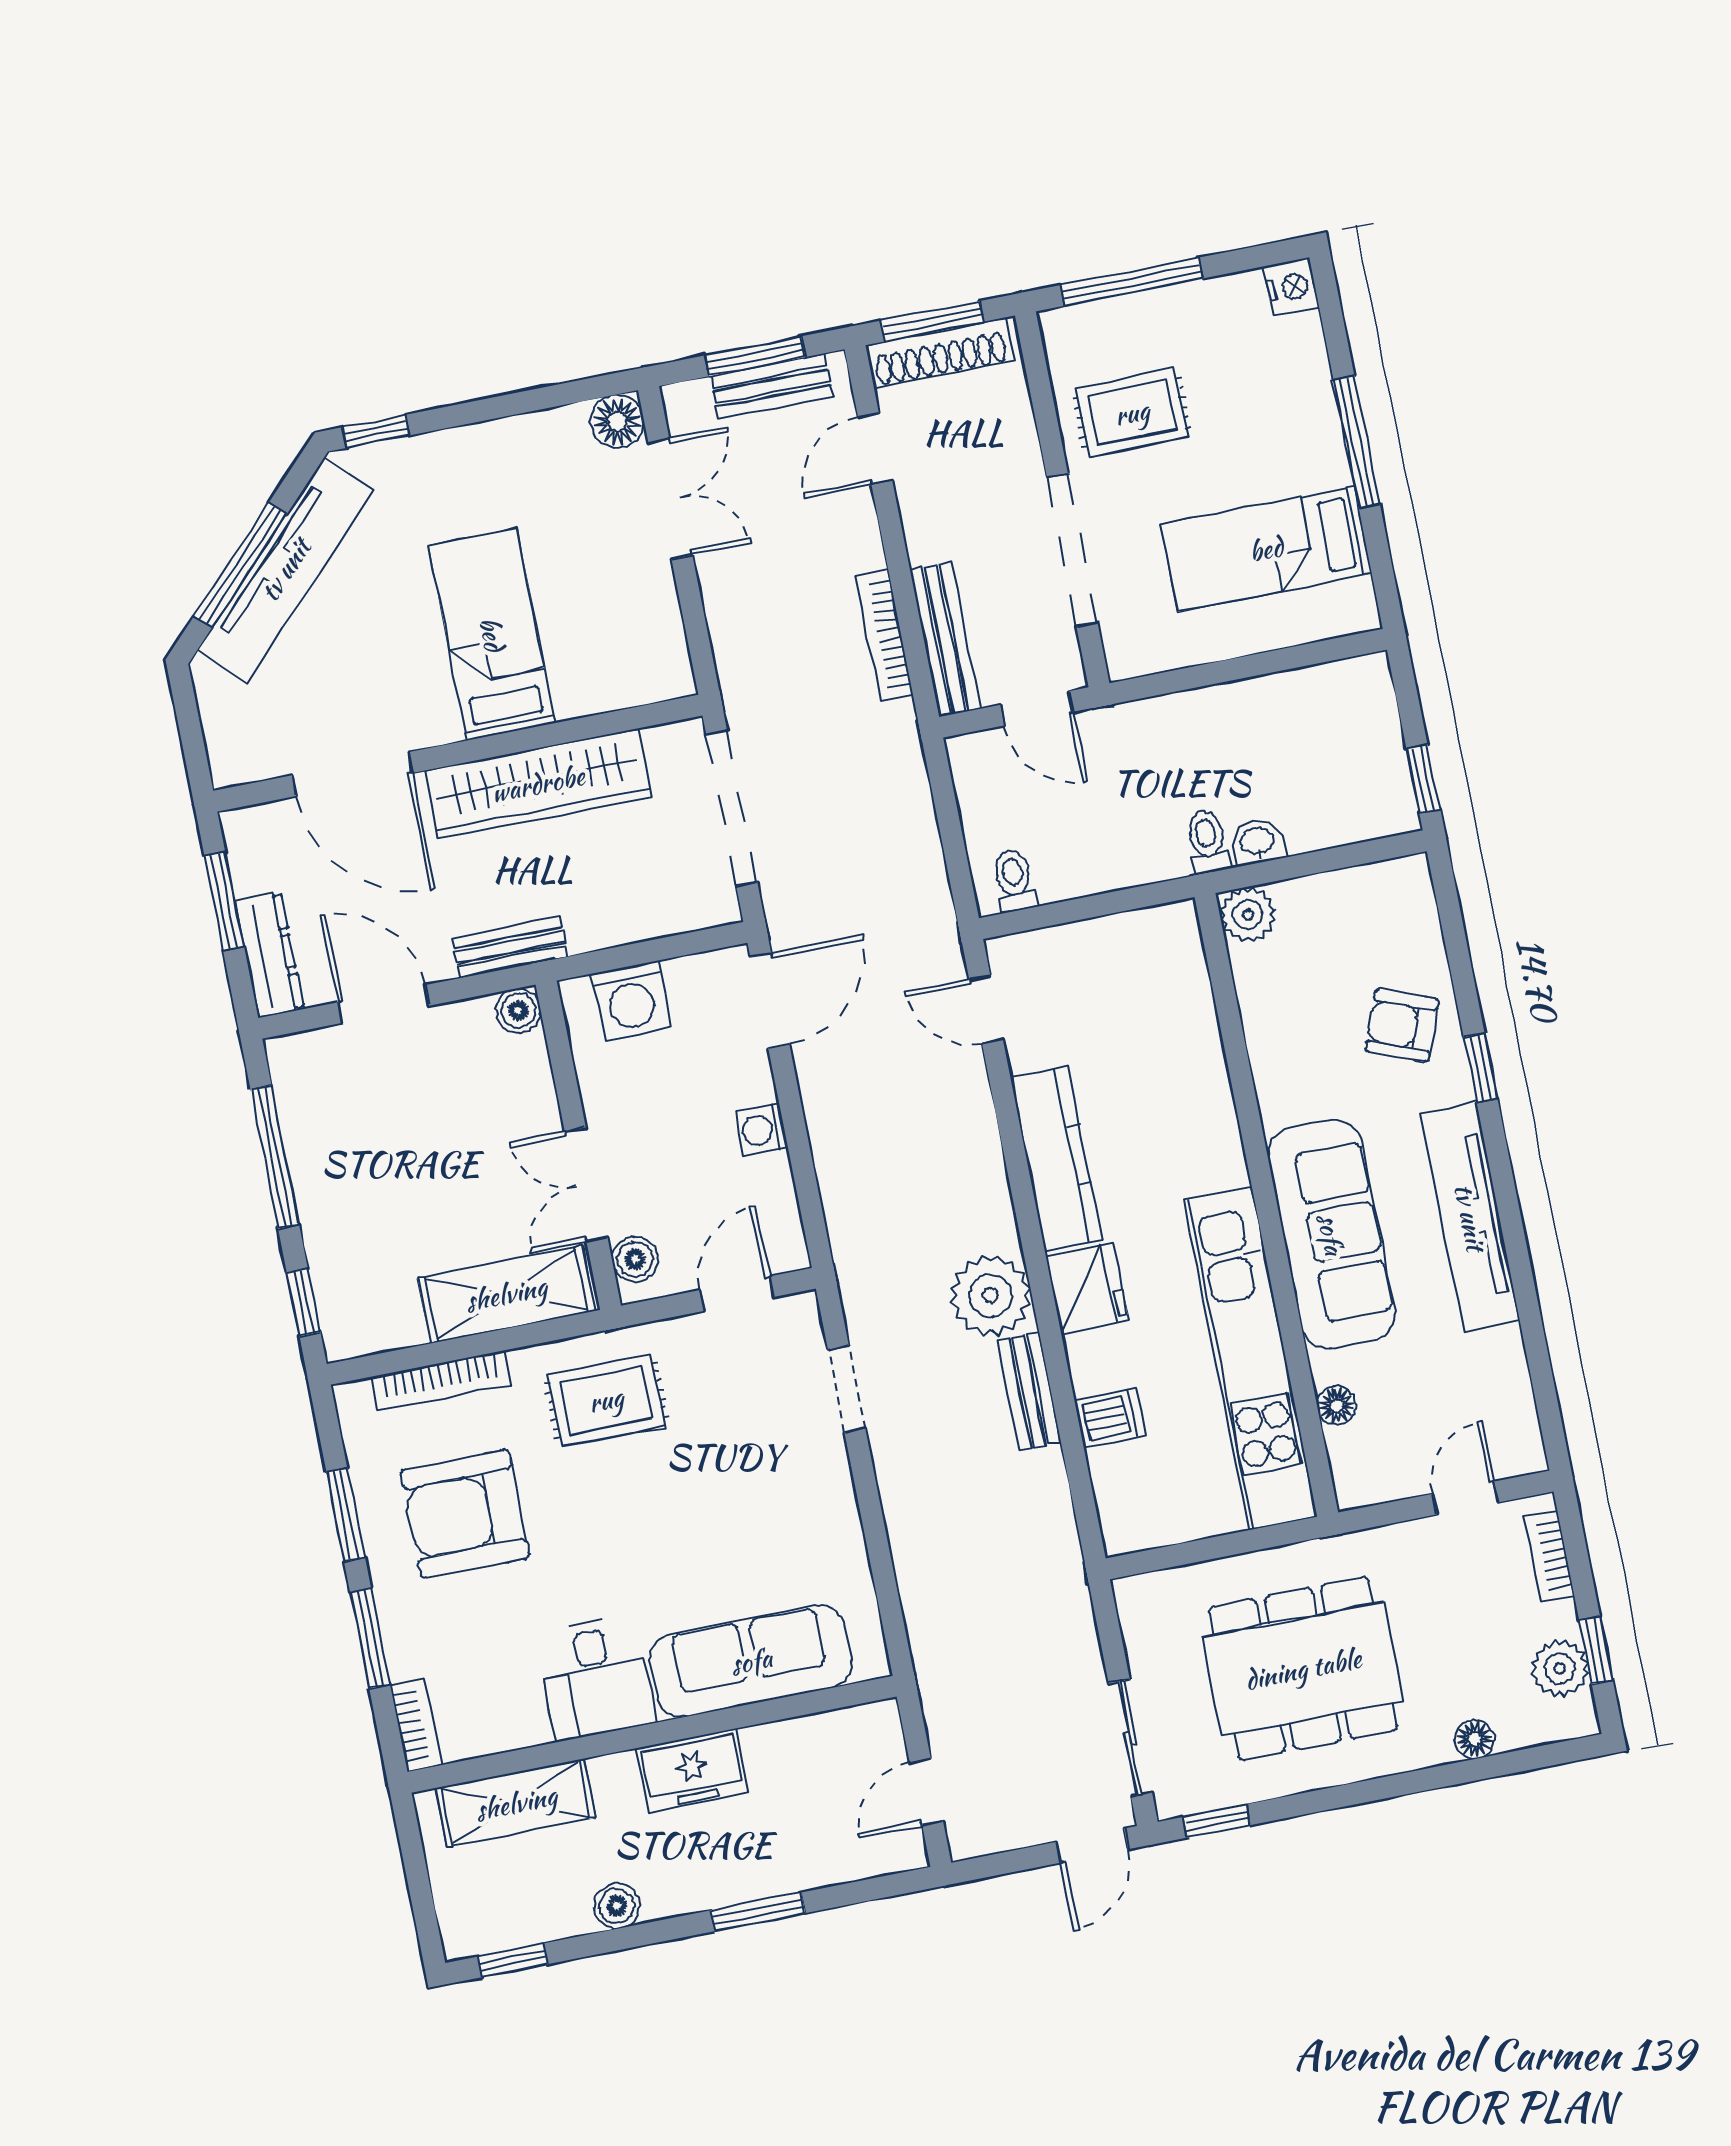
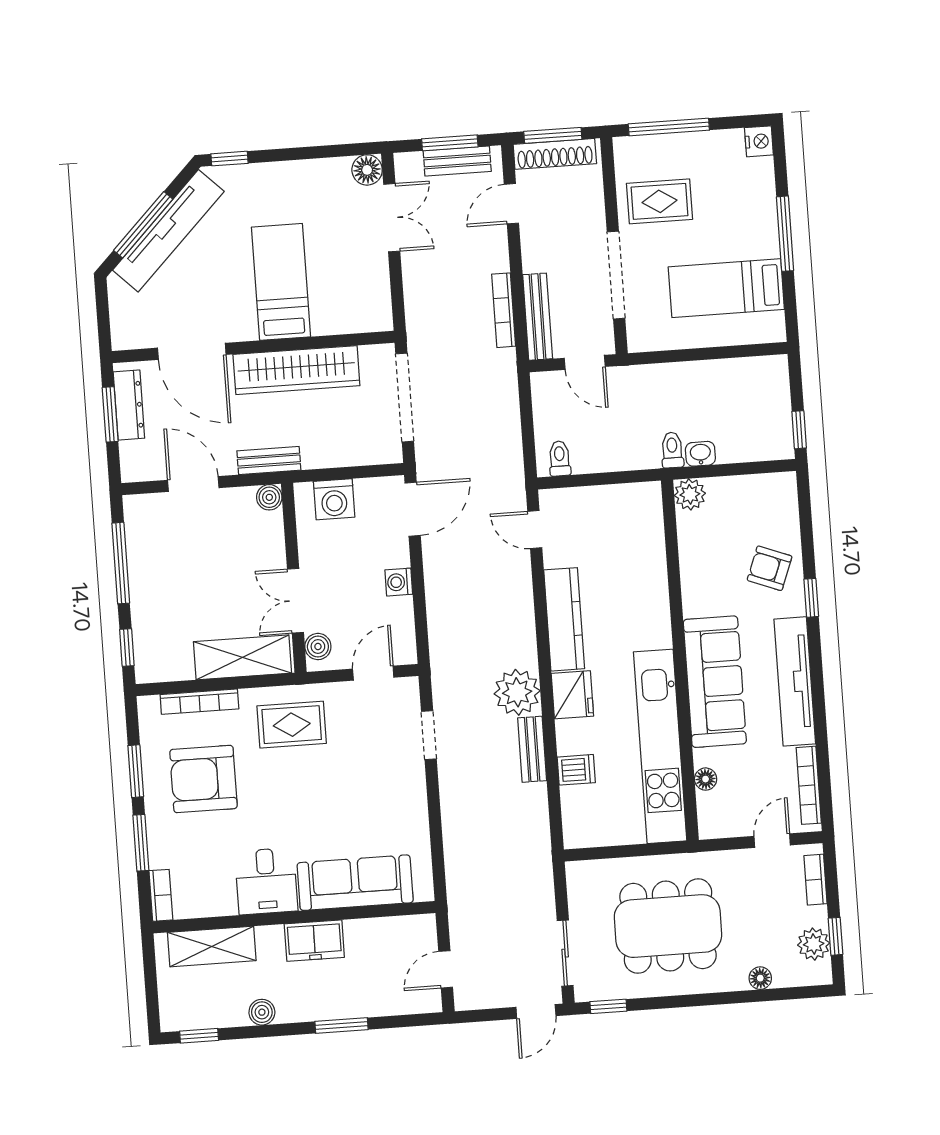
dresser: (269, 955) -> (129, 405), moved
bookcase: (1517, 1394) -> (809, 785), added

